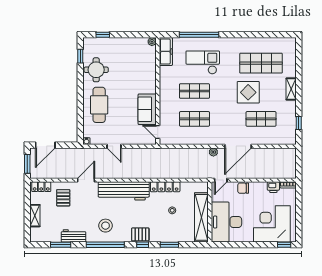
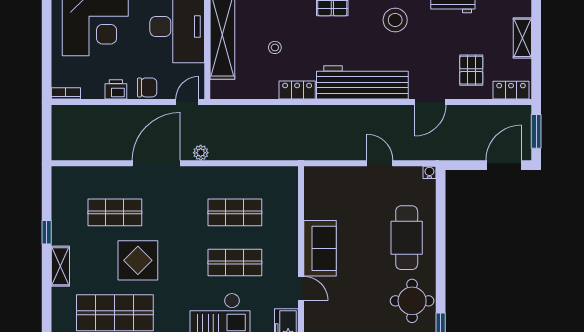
sofa: (147, 109) -> (320, 248), moved
window: (299, 123) -> (47, 232), moved
door: (158, 132) -> (301, 288), moved
locker: (165, 187) -> (297, 90), width x0.66
printer: (273, 187) -> (116, 89), moved

